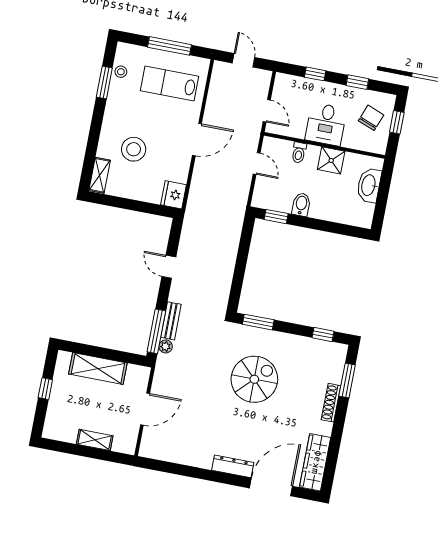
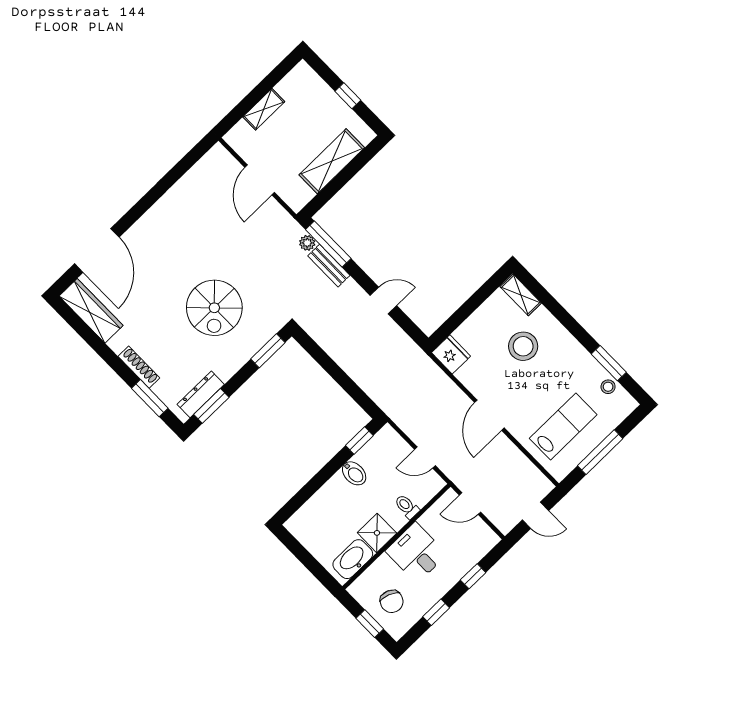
washbasin: (369, 185) -> (353, 559), moved, turned -90
window: (323, 335) -> (211, 406), width x1.50
dresser: (233, 466) -> (201, 394), moved, turned 180

